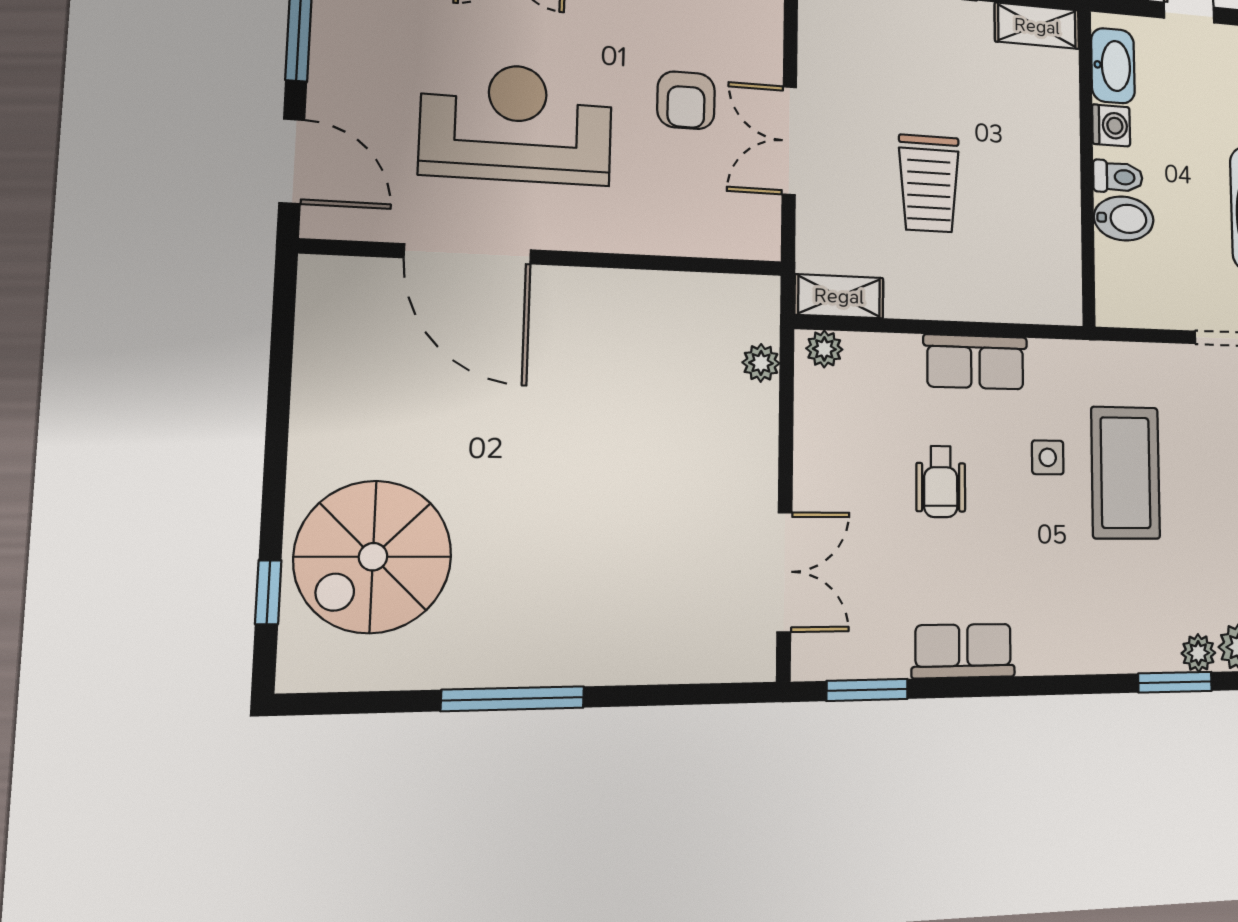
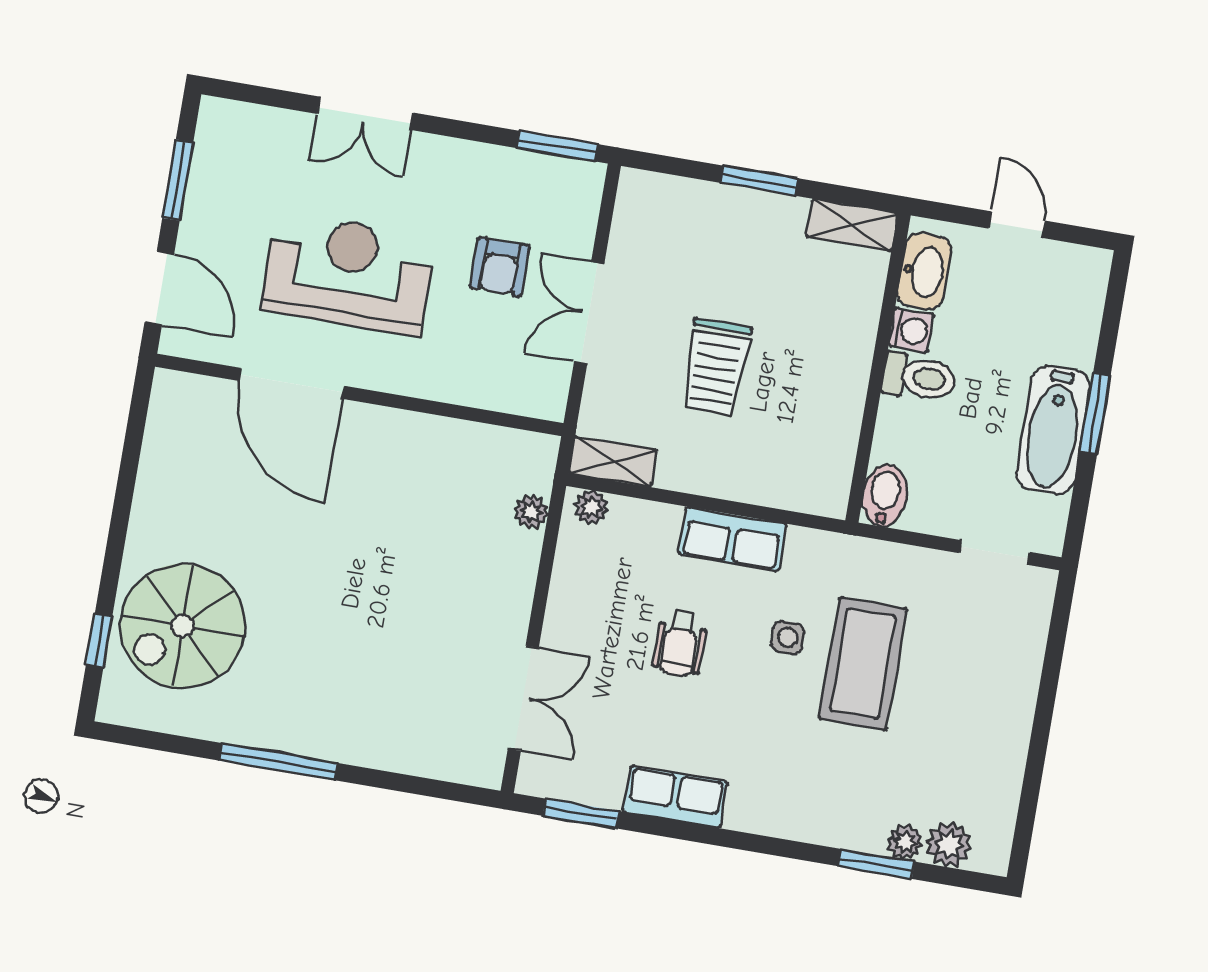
toilet: (1118, 177) -> (919, 377), width x1.37, depth x1.39
bidet: (1124, 219) -> (885, 495), moved, turned -90

